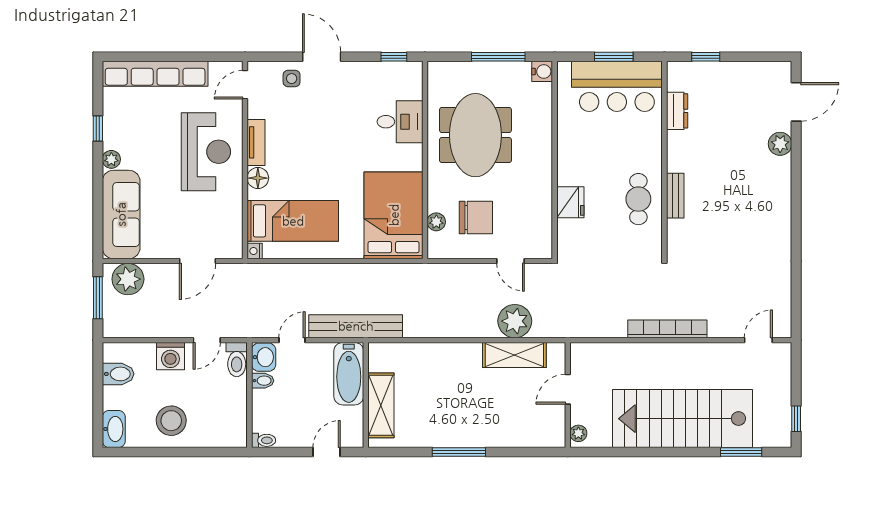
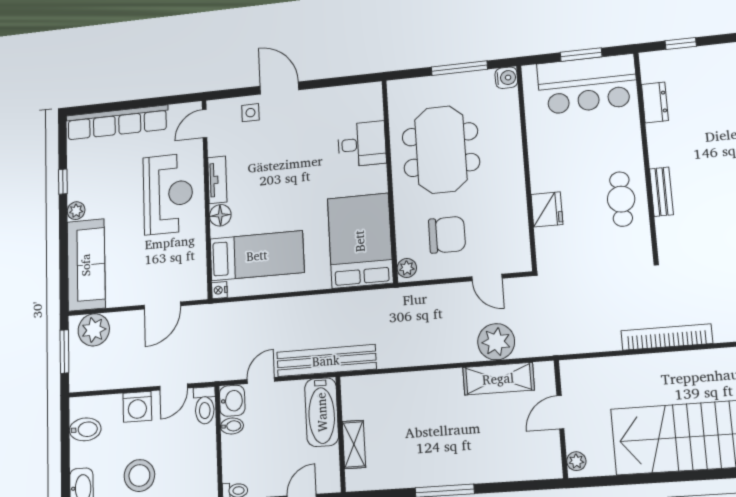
window: (394, 57) -> (352, 80), removed
plant: (436, 222) -> (407, 268), moved
shelving: (381, 405) -> (354, 444), width x0.67, depth x0.75

